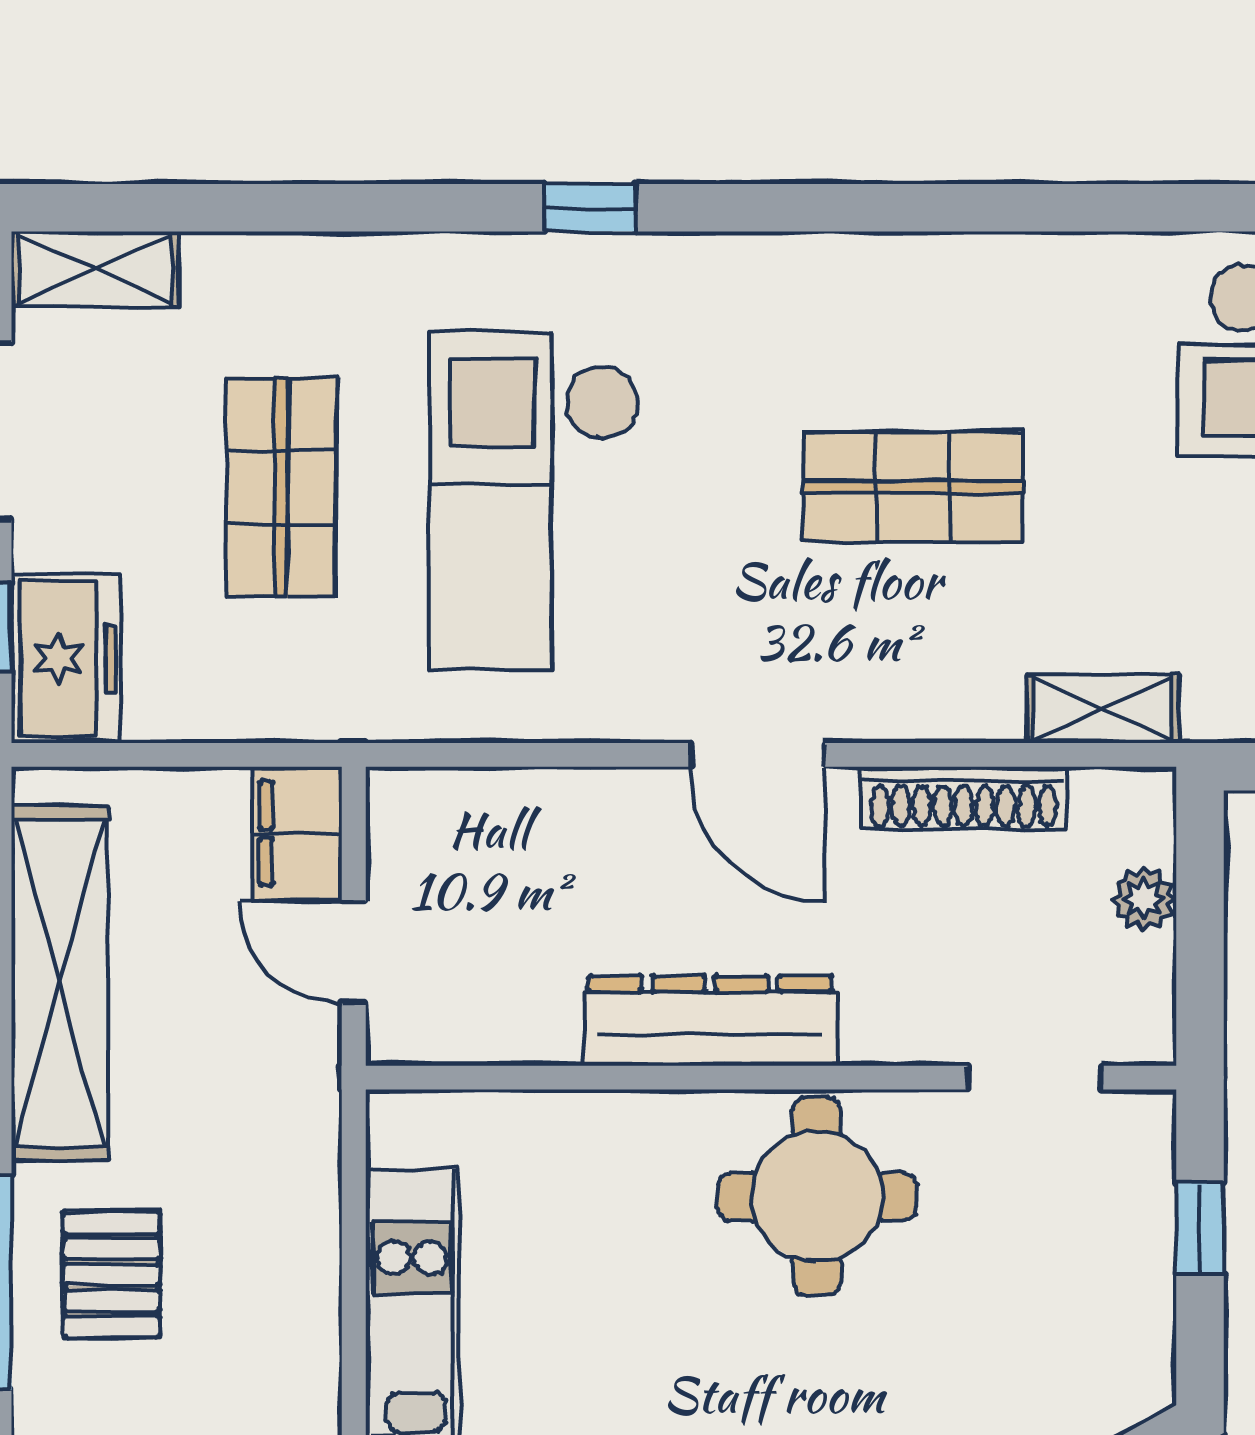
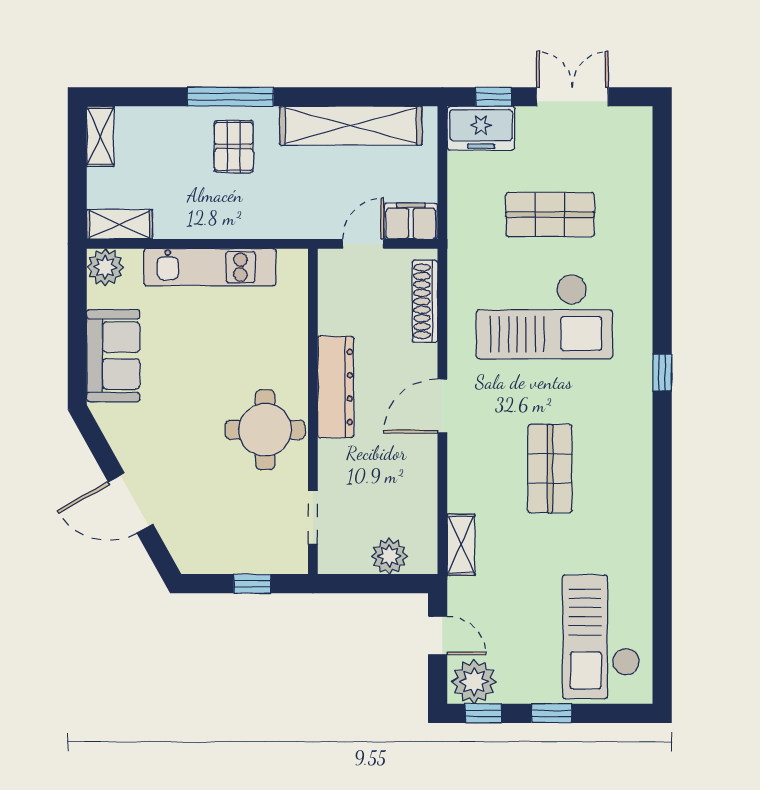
window: (590, 208) -> (662, 373), moved
shelving: (95, 269) -> (638, 140), removed
checkout: (535, 501) -> (544, 317), turned 180
shoe rack: (964, 798) -> (425, 301), moved
plant: (1144, 899) -> (389, 556), width x1.38, depth x1.38
pallet: (112, 1275) -> (234, 146), turned 90

